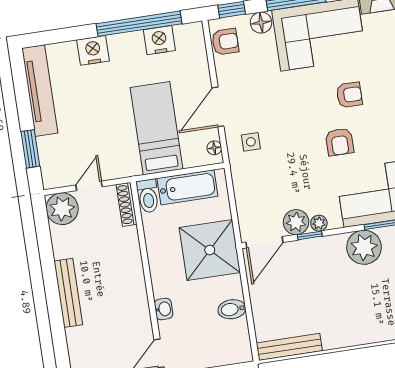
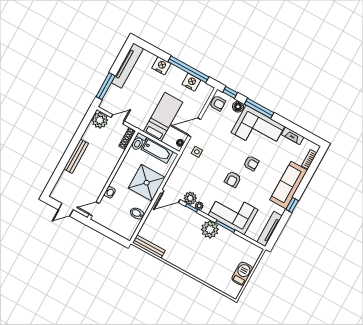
window: (30, 149) -> (106, 86), width x1.44

